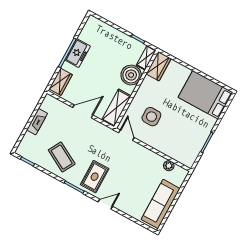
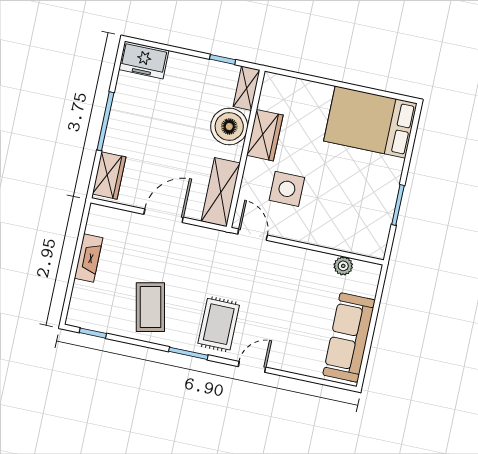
freezer: (78, 53) -> (144, 60), moved, turned 90
wardrobe: (159, 66) -> (265, 135), moved
coffee table: (62, 157) -> (150, 307), turned 49

